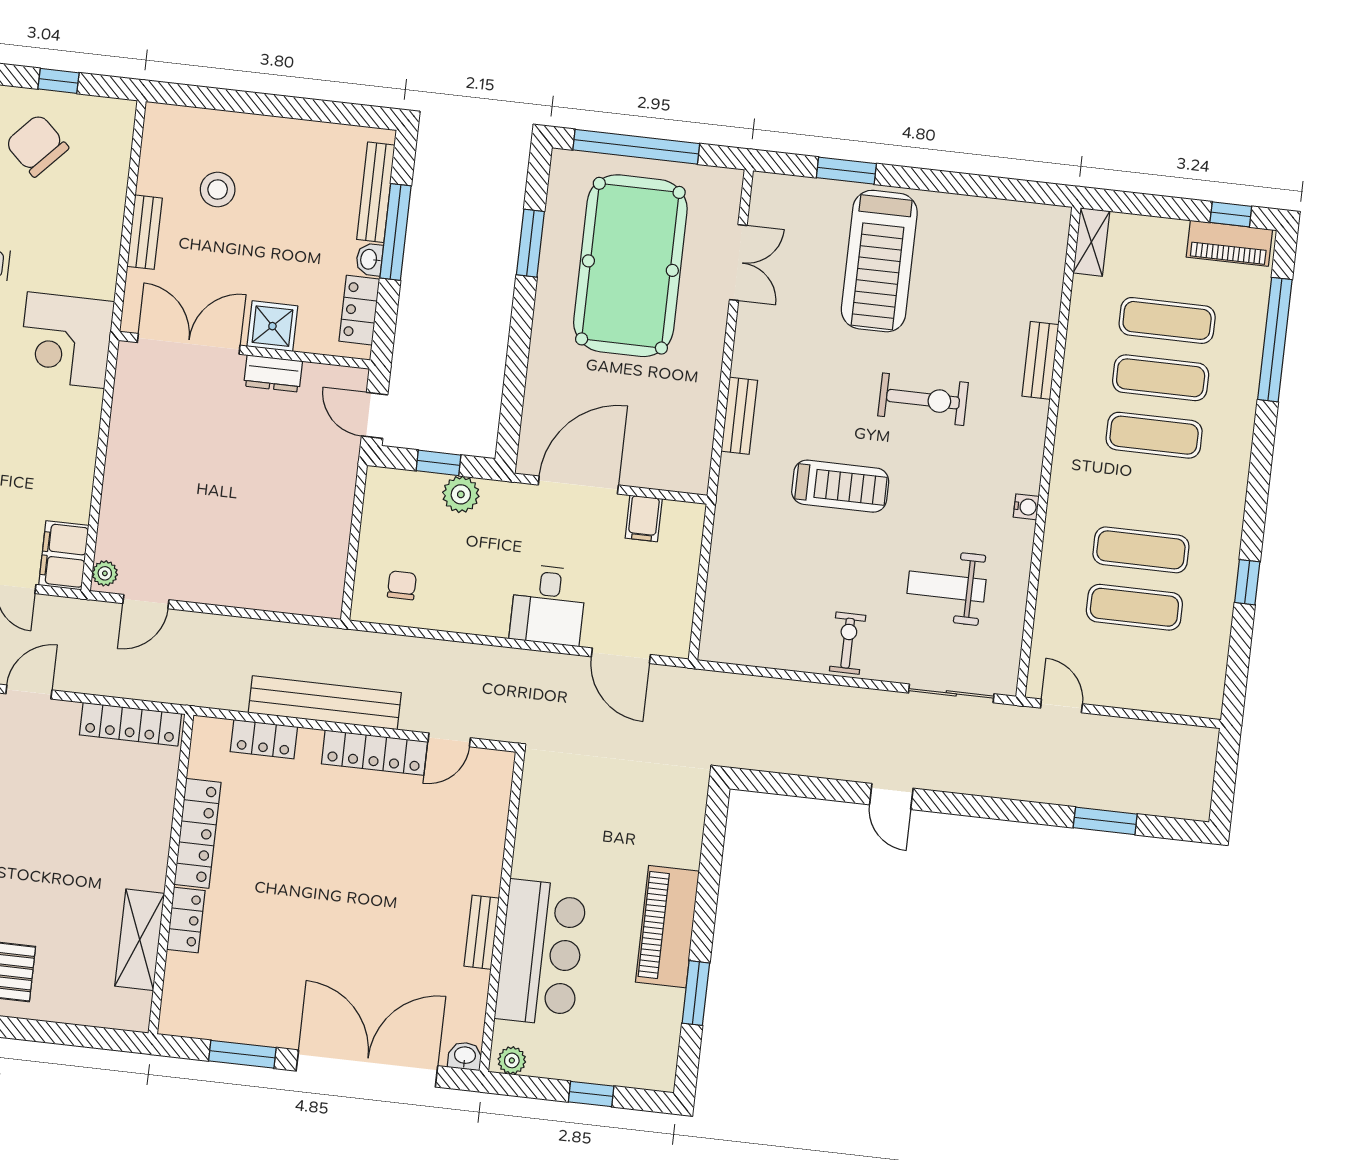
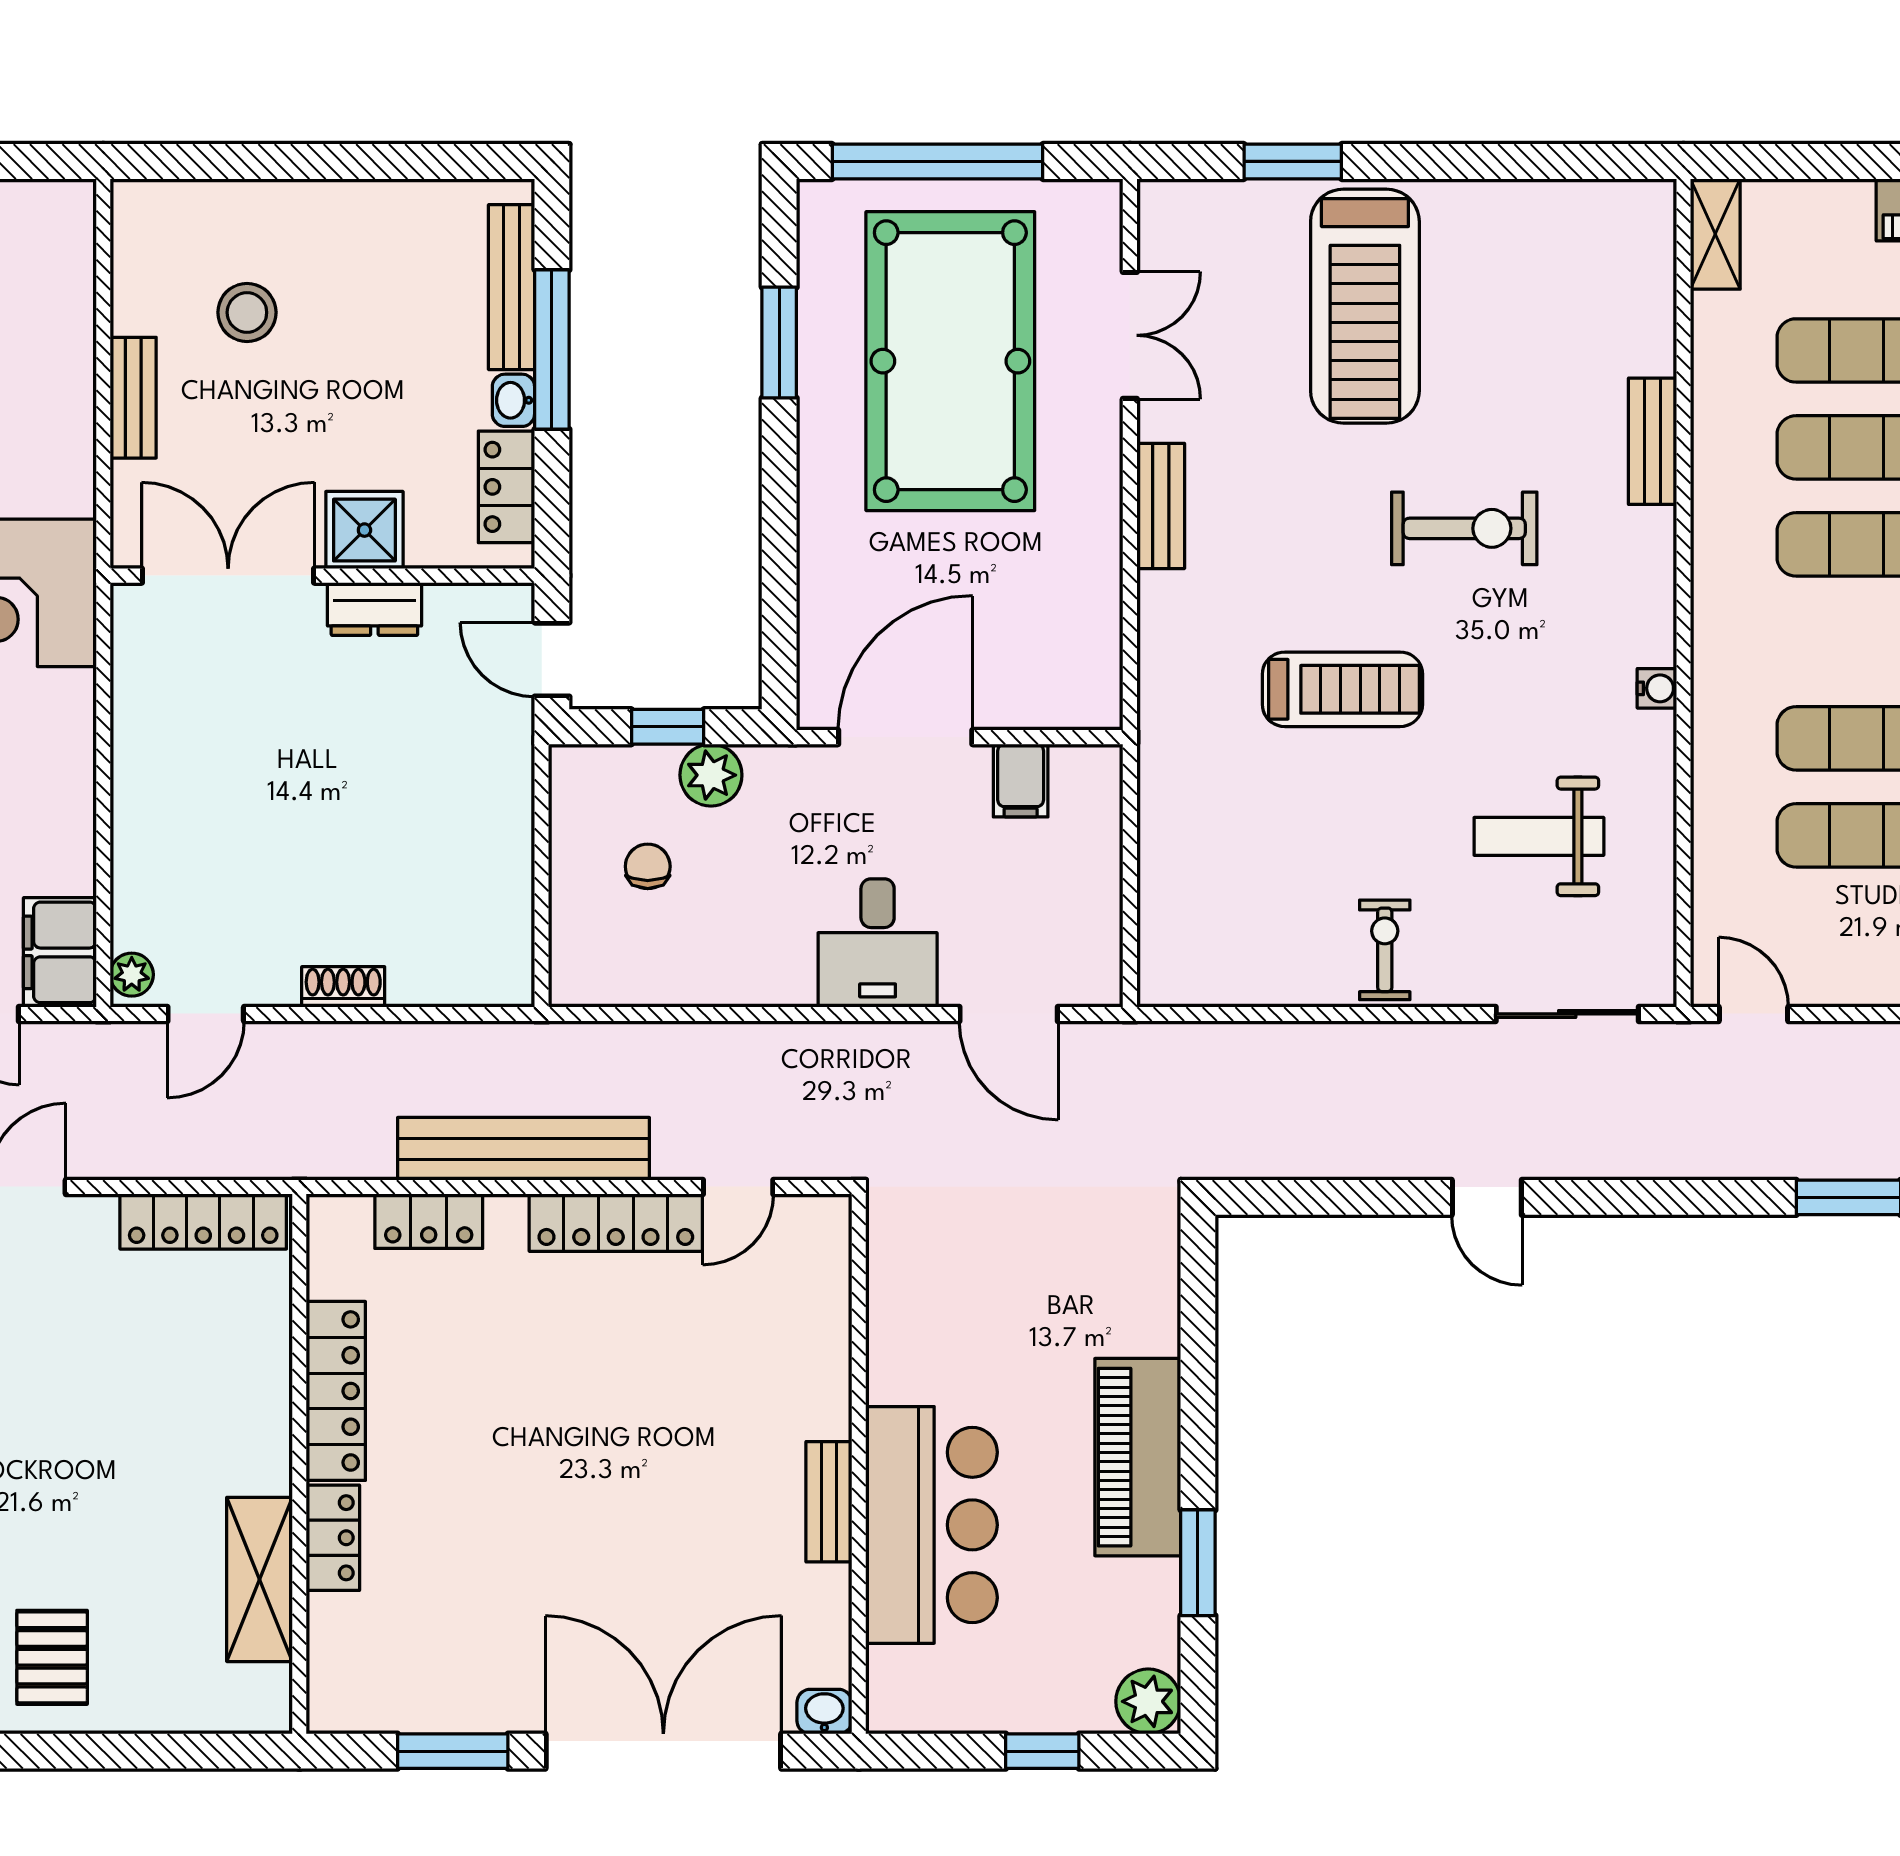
bench: (739, 416) -> (1161, 506), moved
chair: (402, 585) -> (648, 866), moved
shoe rack: (229, 595) -> (343, 987), added
plant: (512, 1060) -> (1148, 1701), moved, width x1.38, depth x1.38

